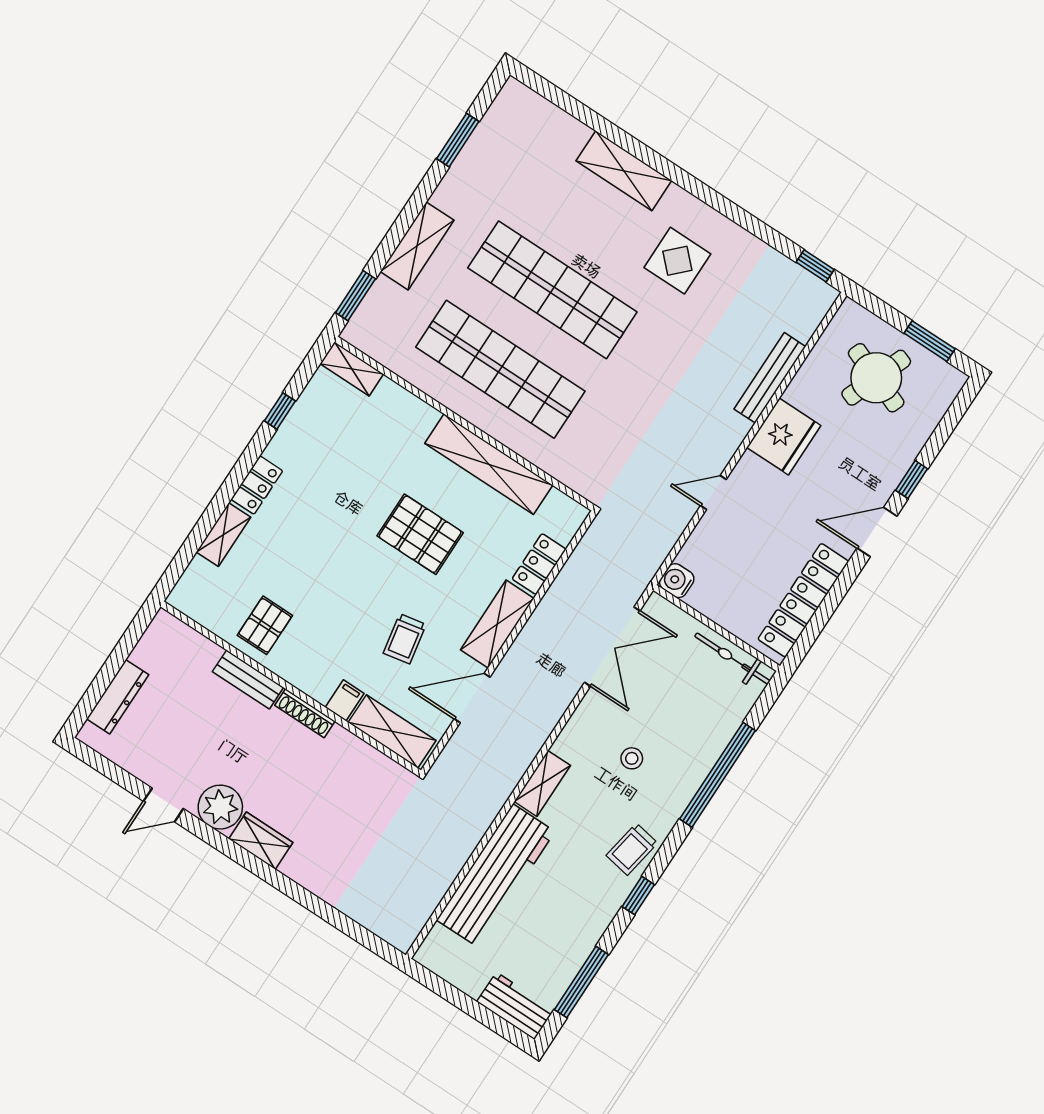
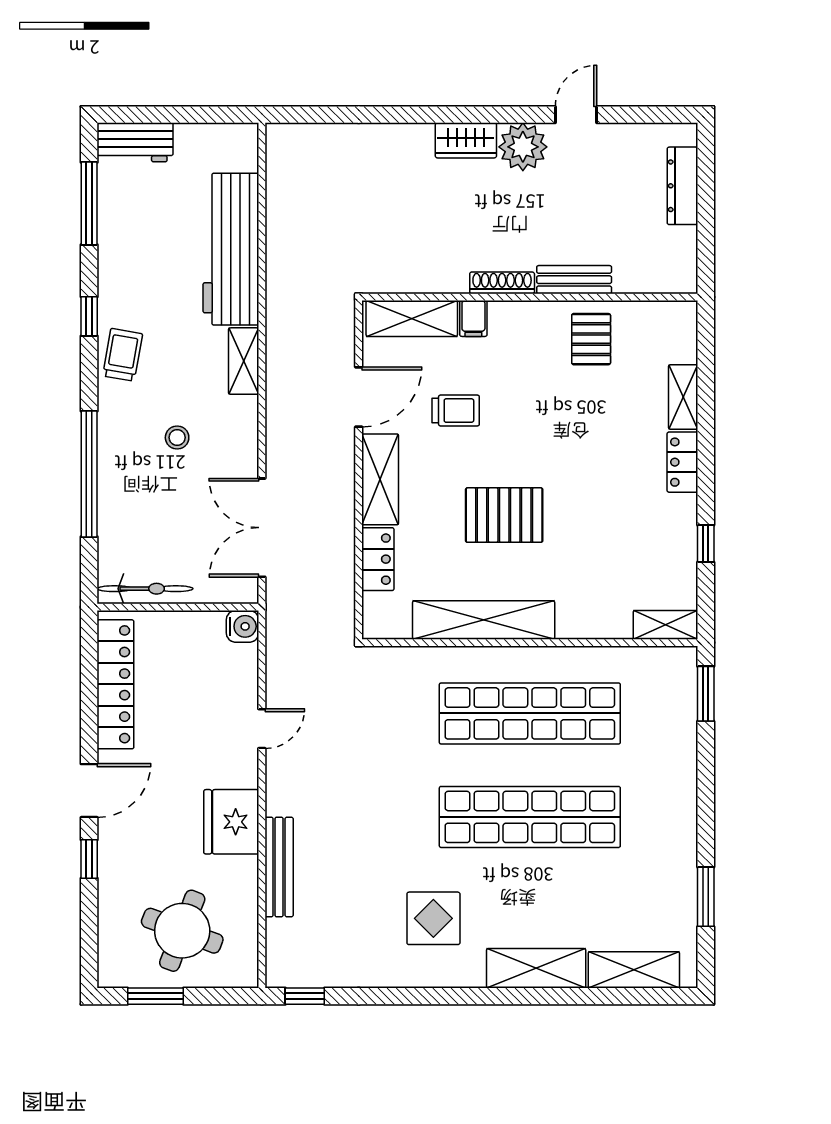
shelving: (417, 246) -> (634, 970), moved, turned 90
trolley: (405, 639) -> (456, 411), turned 101

